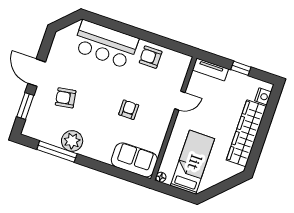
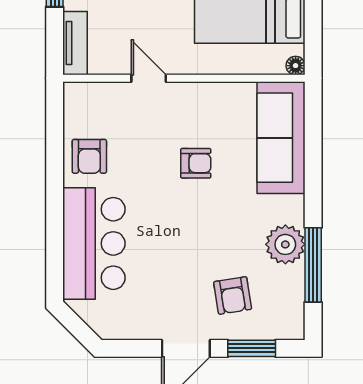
armchair: (66, 98) -> (233, 295), moved
armchair: (129, 110) -> (196, 163), turned 180
sofa: (134, 160) -> (281, 138), width x1.36

